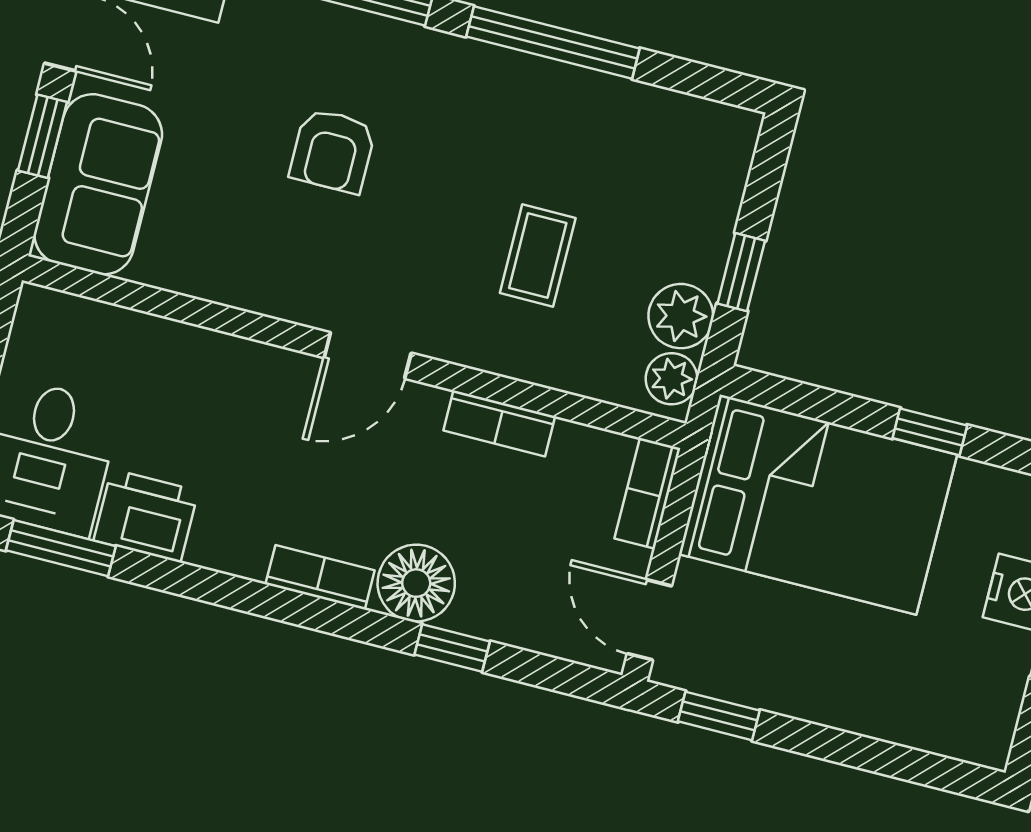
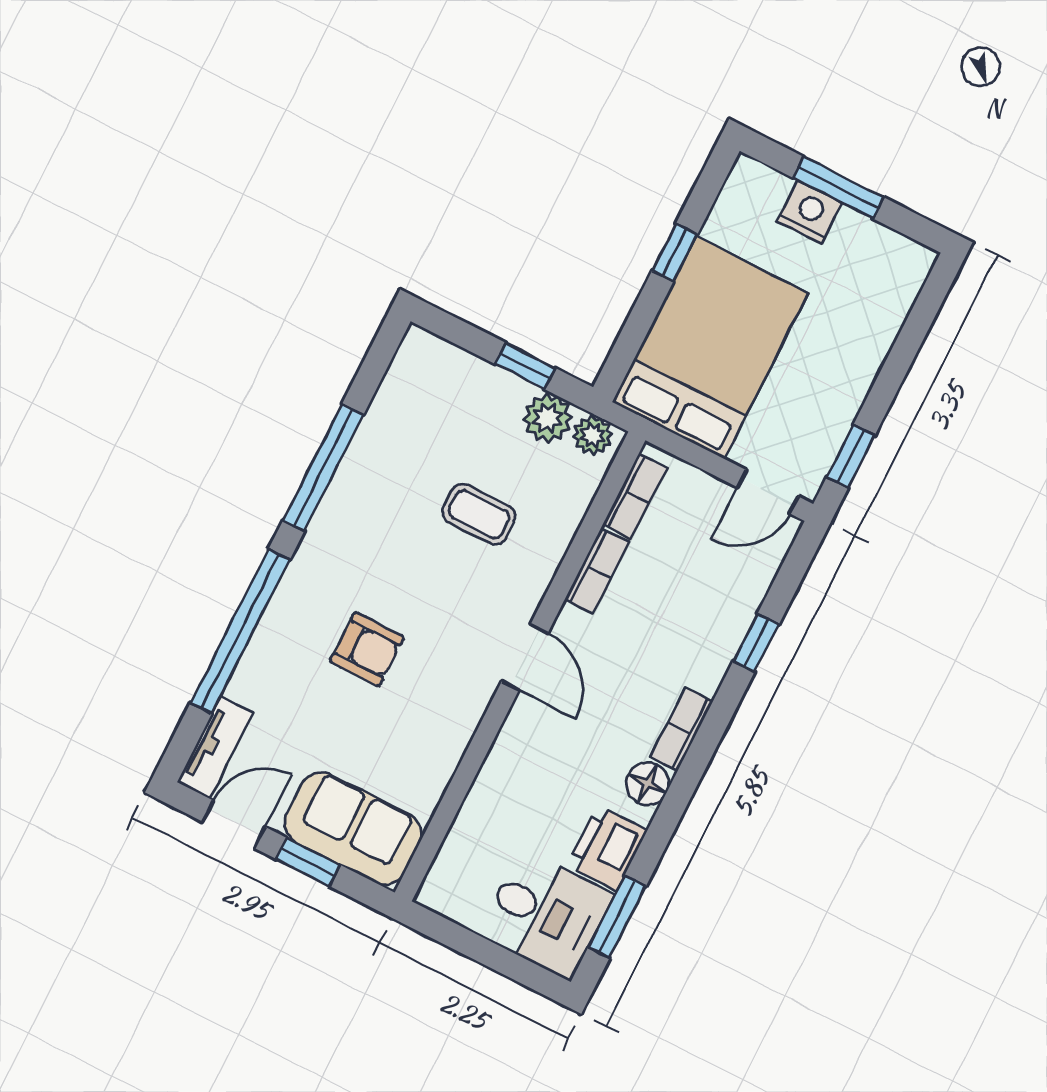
bookcase: (647, 493) -> (635, 496), moved, turned -90
floor lamp: (416, 583) -> (648, 784), moved, width x0.73, depth x0.73

